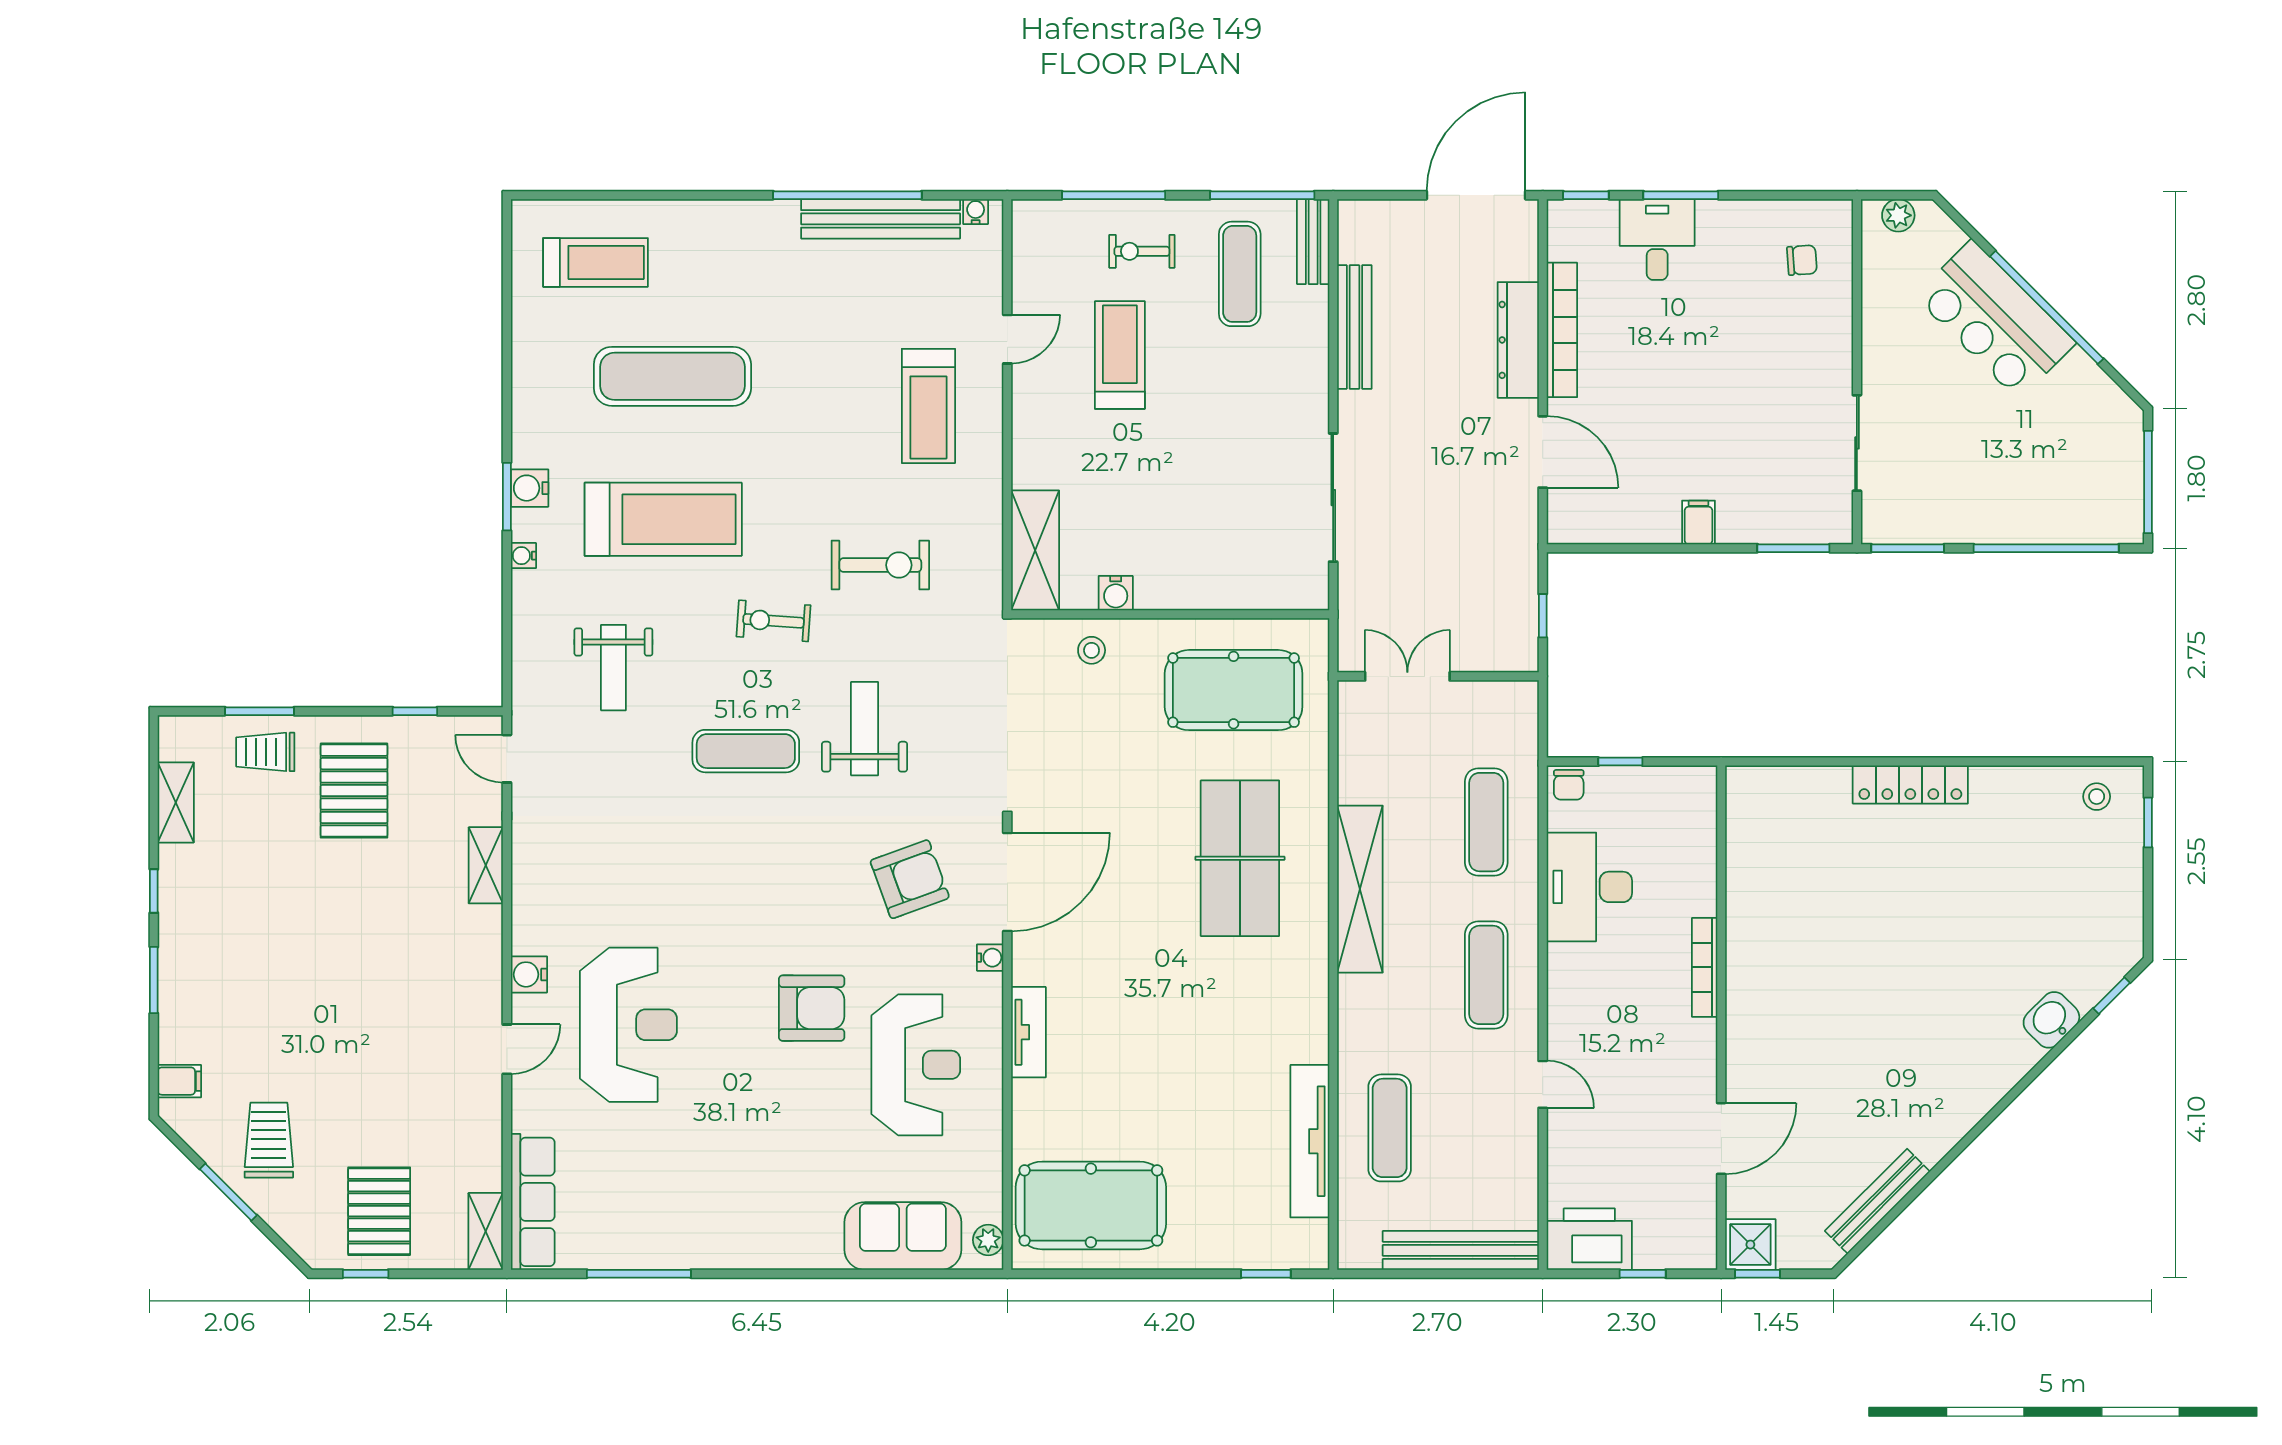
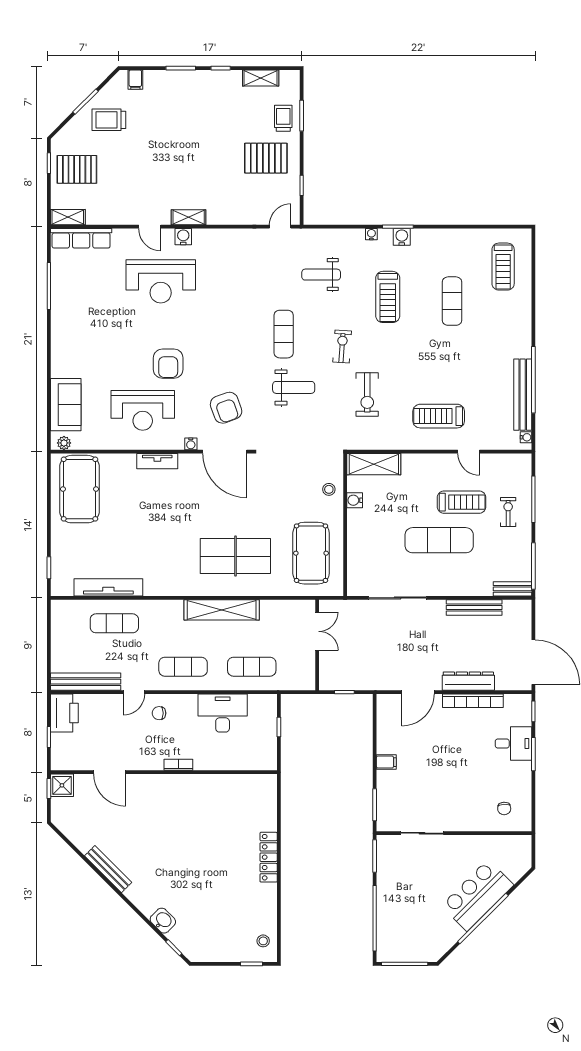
plant: (1898, 215) -> (524, 852), removed
exercise mat: (1240, 274) -> (439, 540), moved, width x1.36, depth x1.45
exercise mat: (672, 376) -> (452, 301), width x0.73, depth x0.69
treadmill: (663, 519) -> (388, 297), width x0.73, depth x0.73
chair: (1569, 785) -> (159, 713), moved
shelving: (486, 865) -> (189, 217), moved
bookcase: (1705, 967) -> (178, 765), width x0.64
trolley: (269, 1140) -> (109, 120), turned 180
bench: (1877, 1201) -> (108, 869), moved
bench: (1461, 1250) -> (86, 682), moved, turned 90

